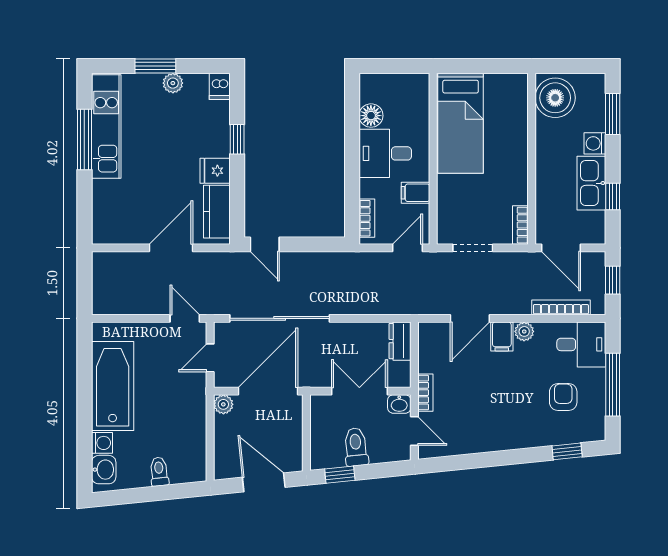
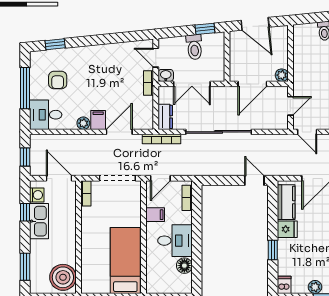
washing machine: (595, 143) -> (37, 195), moved
doorway: (473, 248) -> (117, 178), width x1.38
bookcase: (561, 307) -> (162, 139), moved
sliding door: (280, 318) -> (219, 132), moved
door: (268, 391) -> (252, 84), width x0.73

